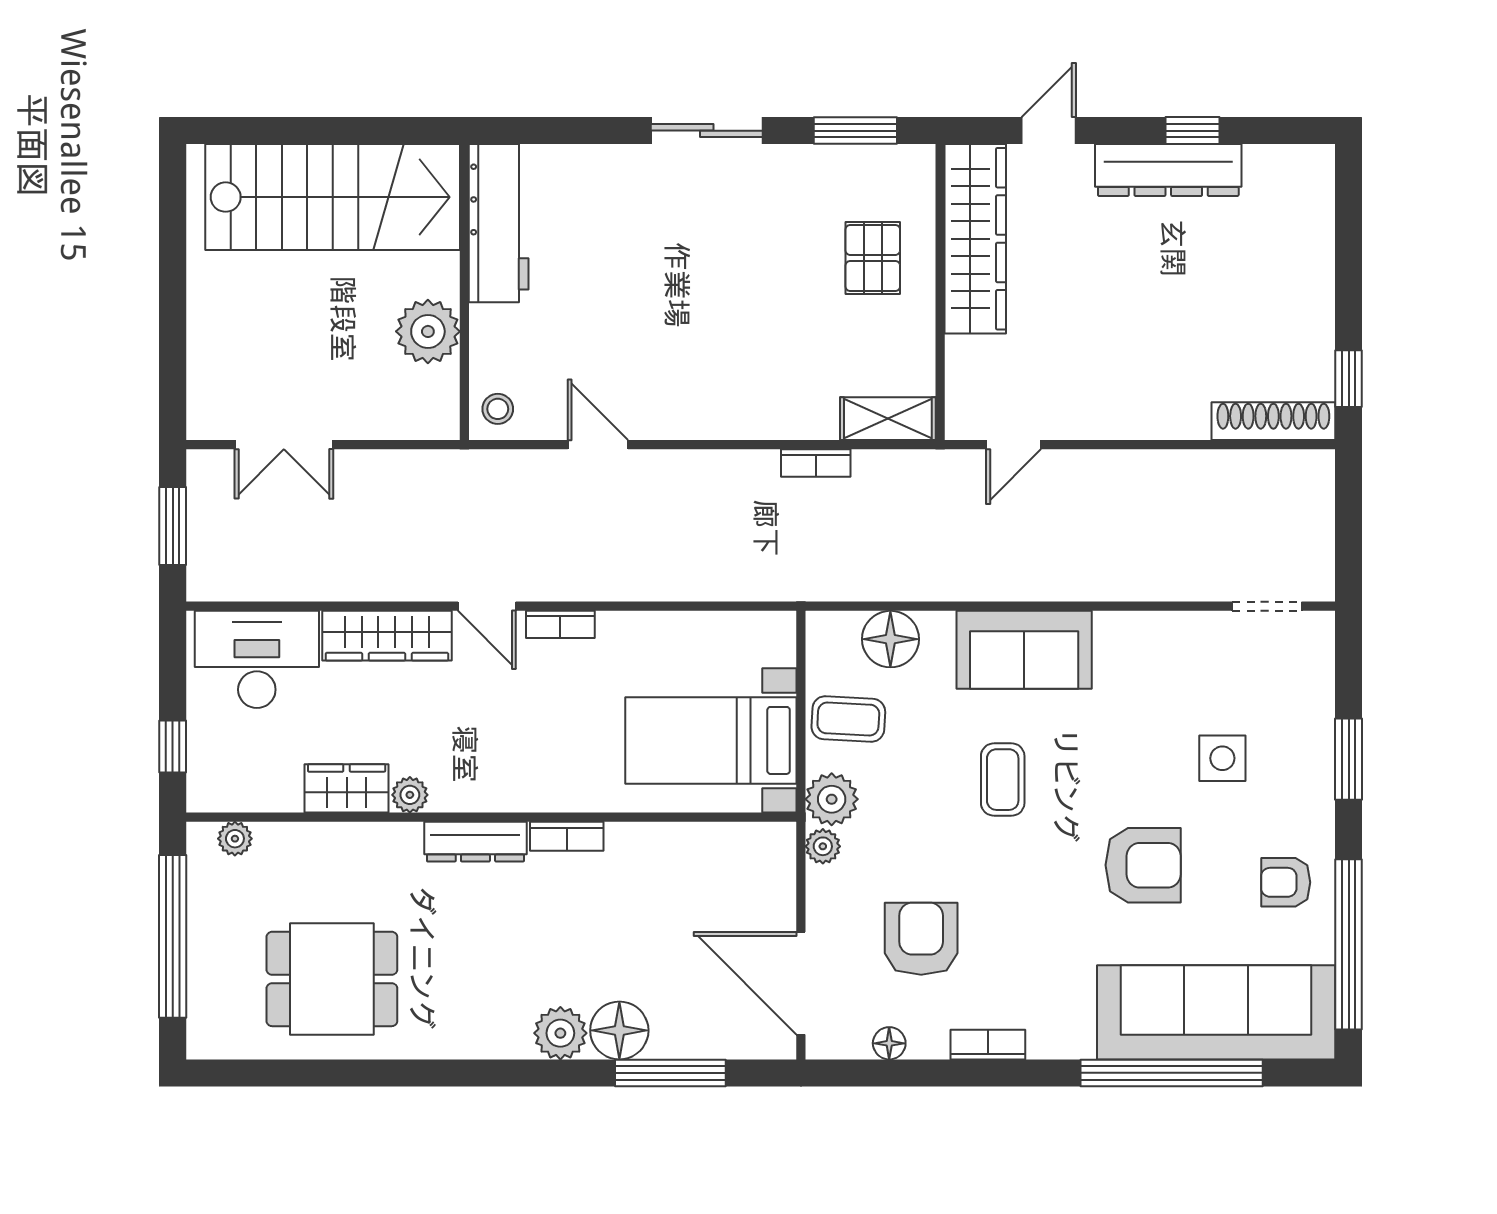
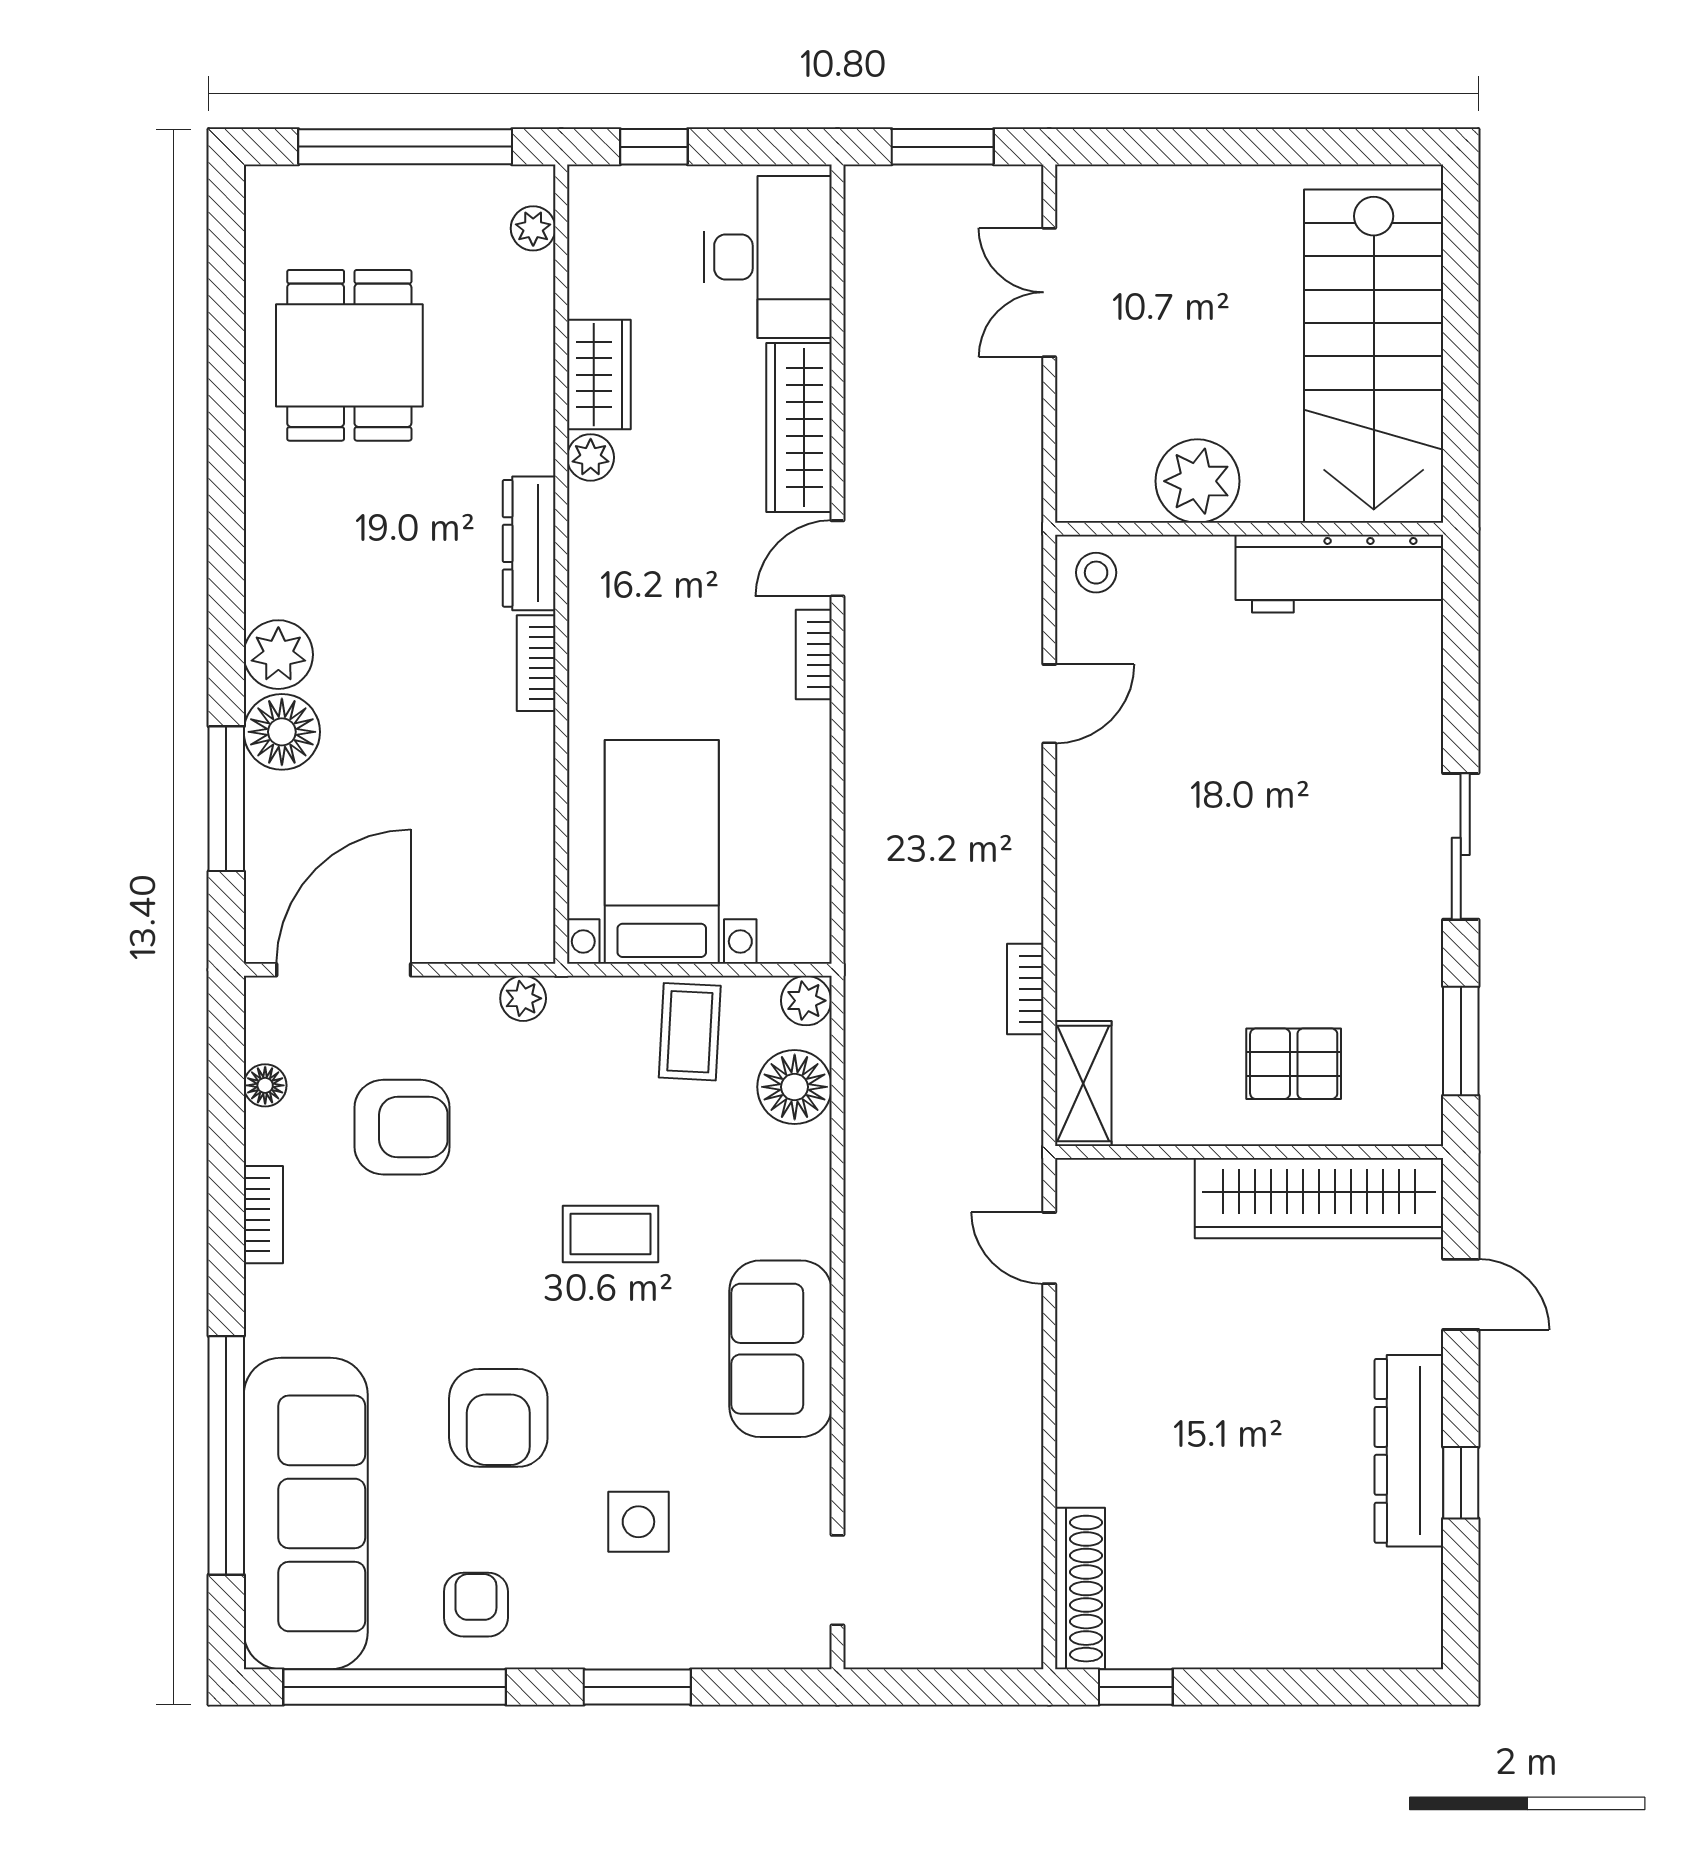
sofa: (1024, 650) -> (781, 1349), moved
plant: (832, 799) -> (806, 1001), moved, width x0.73, depth x0.73

